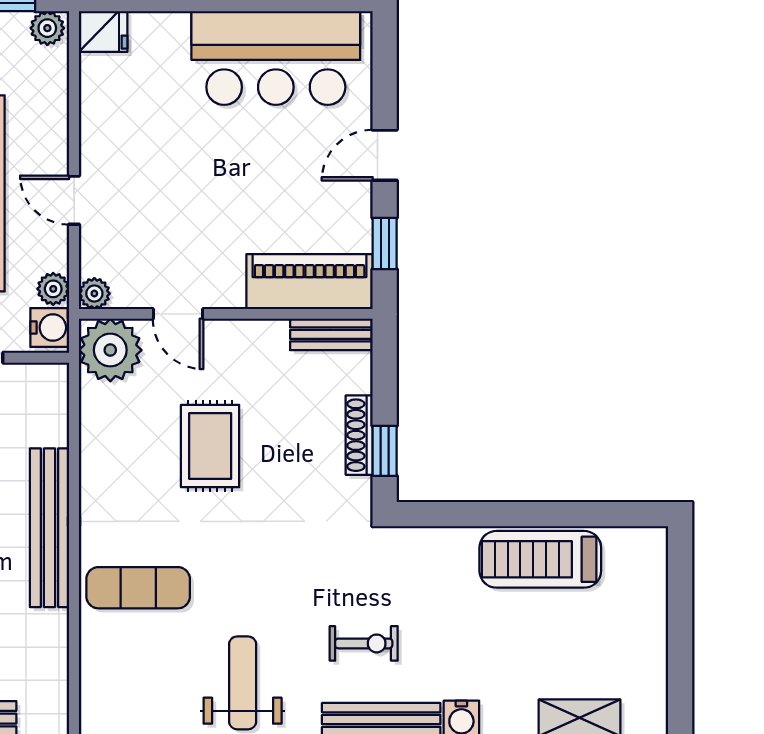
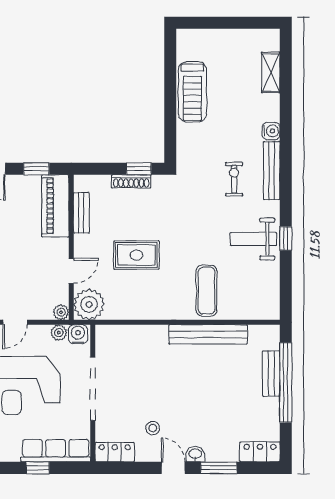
bench: (331, 334) -> (81, 213), moved
bench: (50, 528) -> (208, 334), moved

